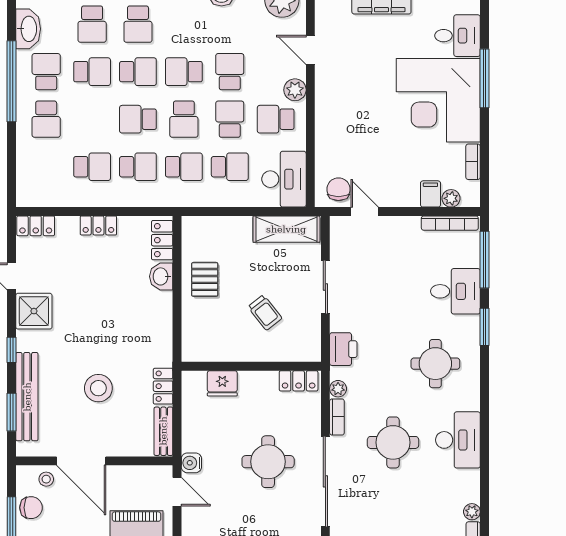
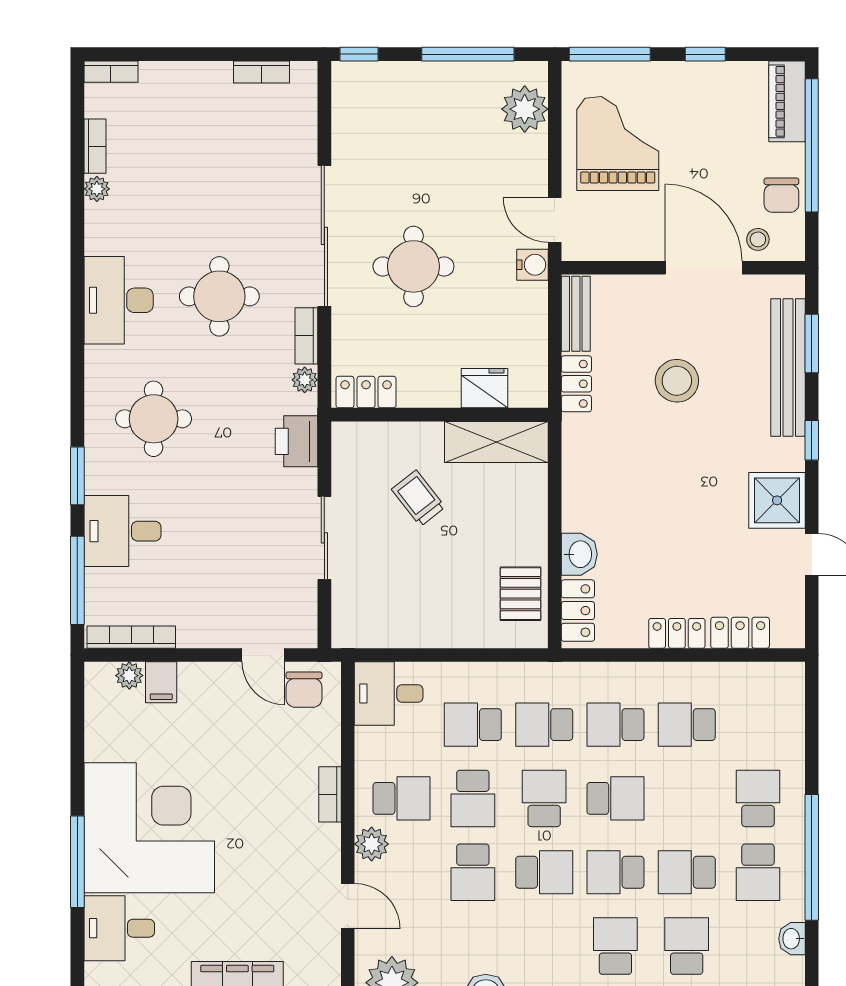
washbasin: (28, 29) -> (792, 939), width x0.52, depth x0.69
bookcase: (473, 162) -> (330, 794), moved, turned 180
desk: (284, 179) -> (389, 693), width x0.73
locker: (36, 226) -> (740, 633), moved
shelving: (286, 229) -> (496, 442), moved
pallet: (205, 279) -> (520, 594), moved
chair: (31, 508) -> (781, 195), turned -90

